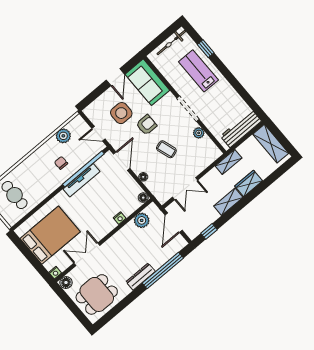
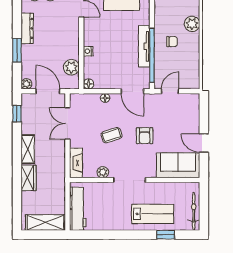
side table: (121, 113) -> (171, 124), removed
plant: (63, 136) -> (192, 24), moved
fireplace: (209, 158) -> (76, 163), added
shelving: (229, 162) -> (59, 176), removed
plant: (181, 243) -> (26, 84), added
window: (163, 271) -> (17, 50), width x0.47

